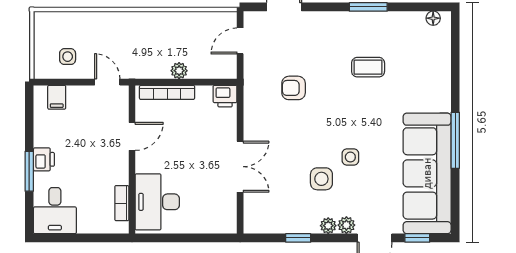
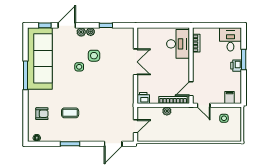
armchair: (294, 88) -> (42, 114), moved
door: (132, 136) -> (191, 89), moved
double door: (240, 167) -> (136, 62), swing flipped

